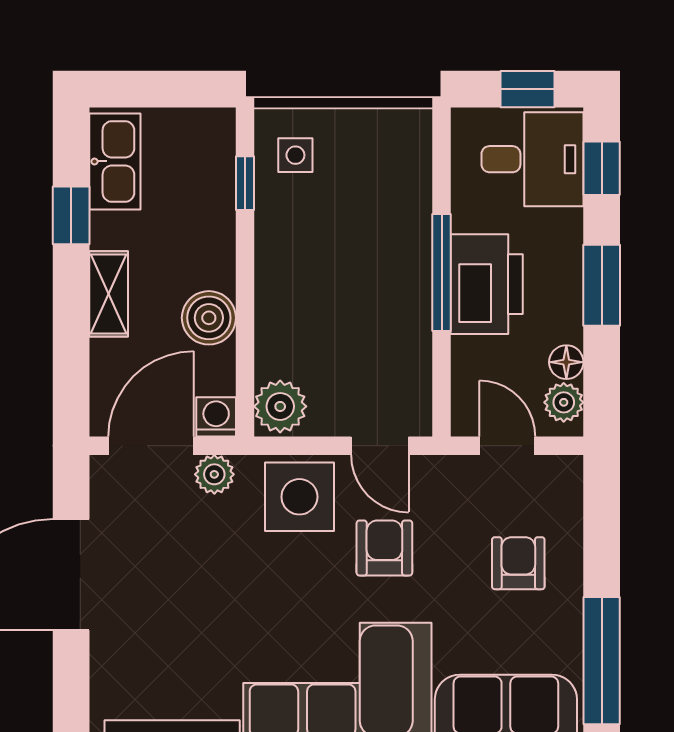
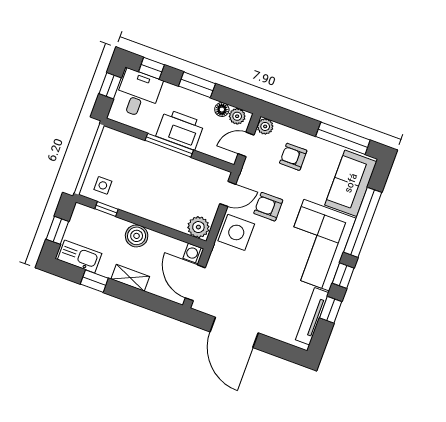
window: (156, 89) -> (57, 230), added
boiler: (209, 318) -> (137, 236), moved
plant: (214, 474) -> (265, 126), moved

